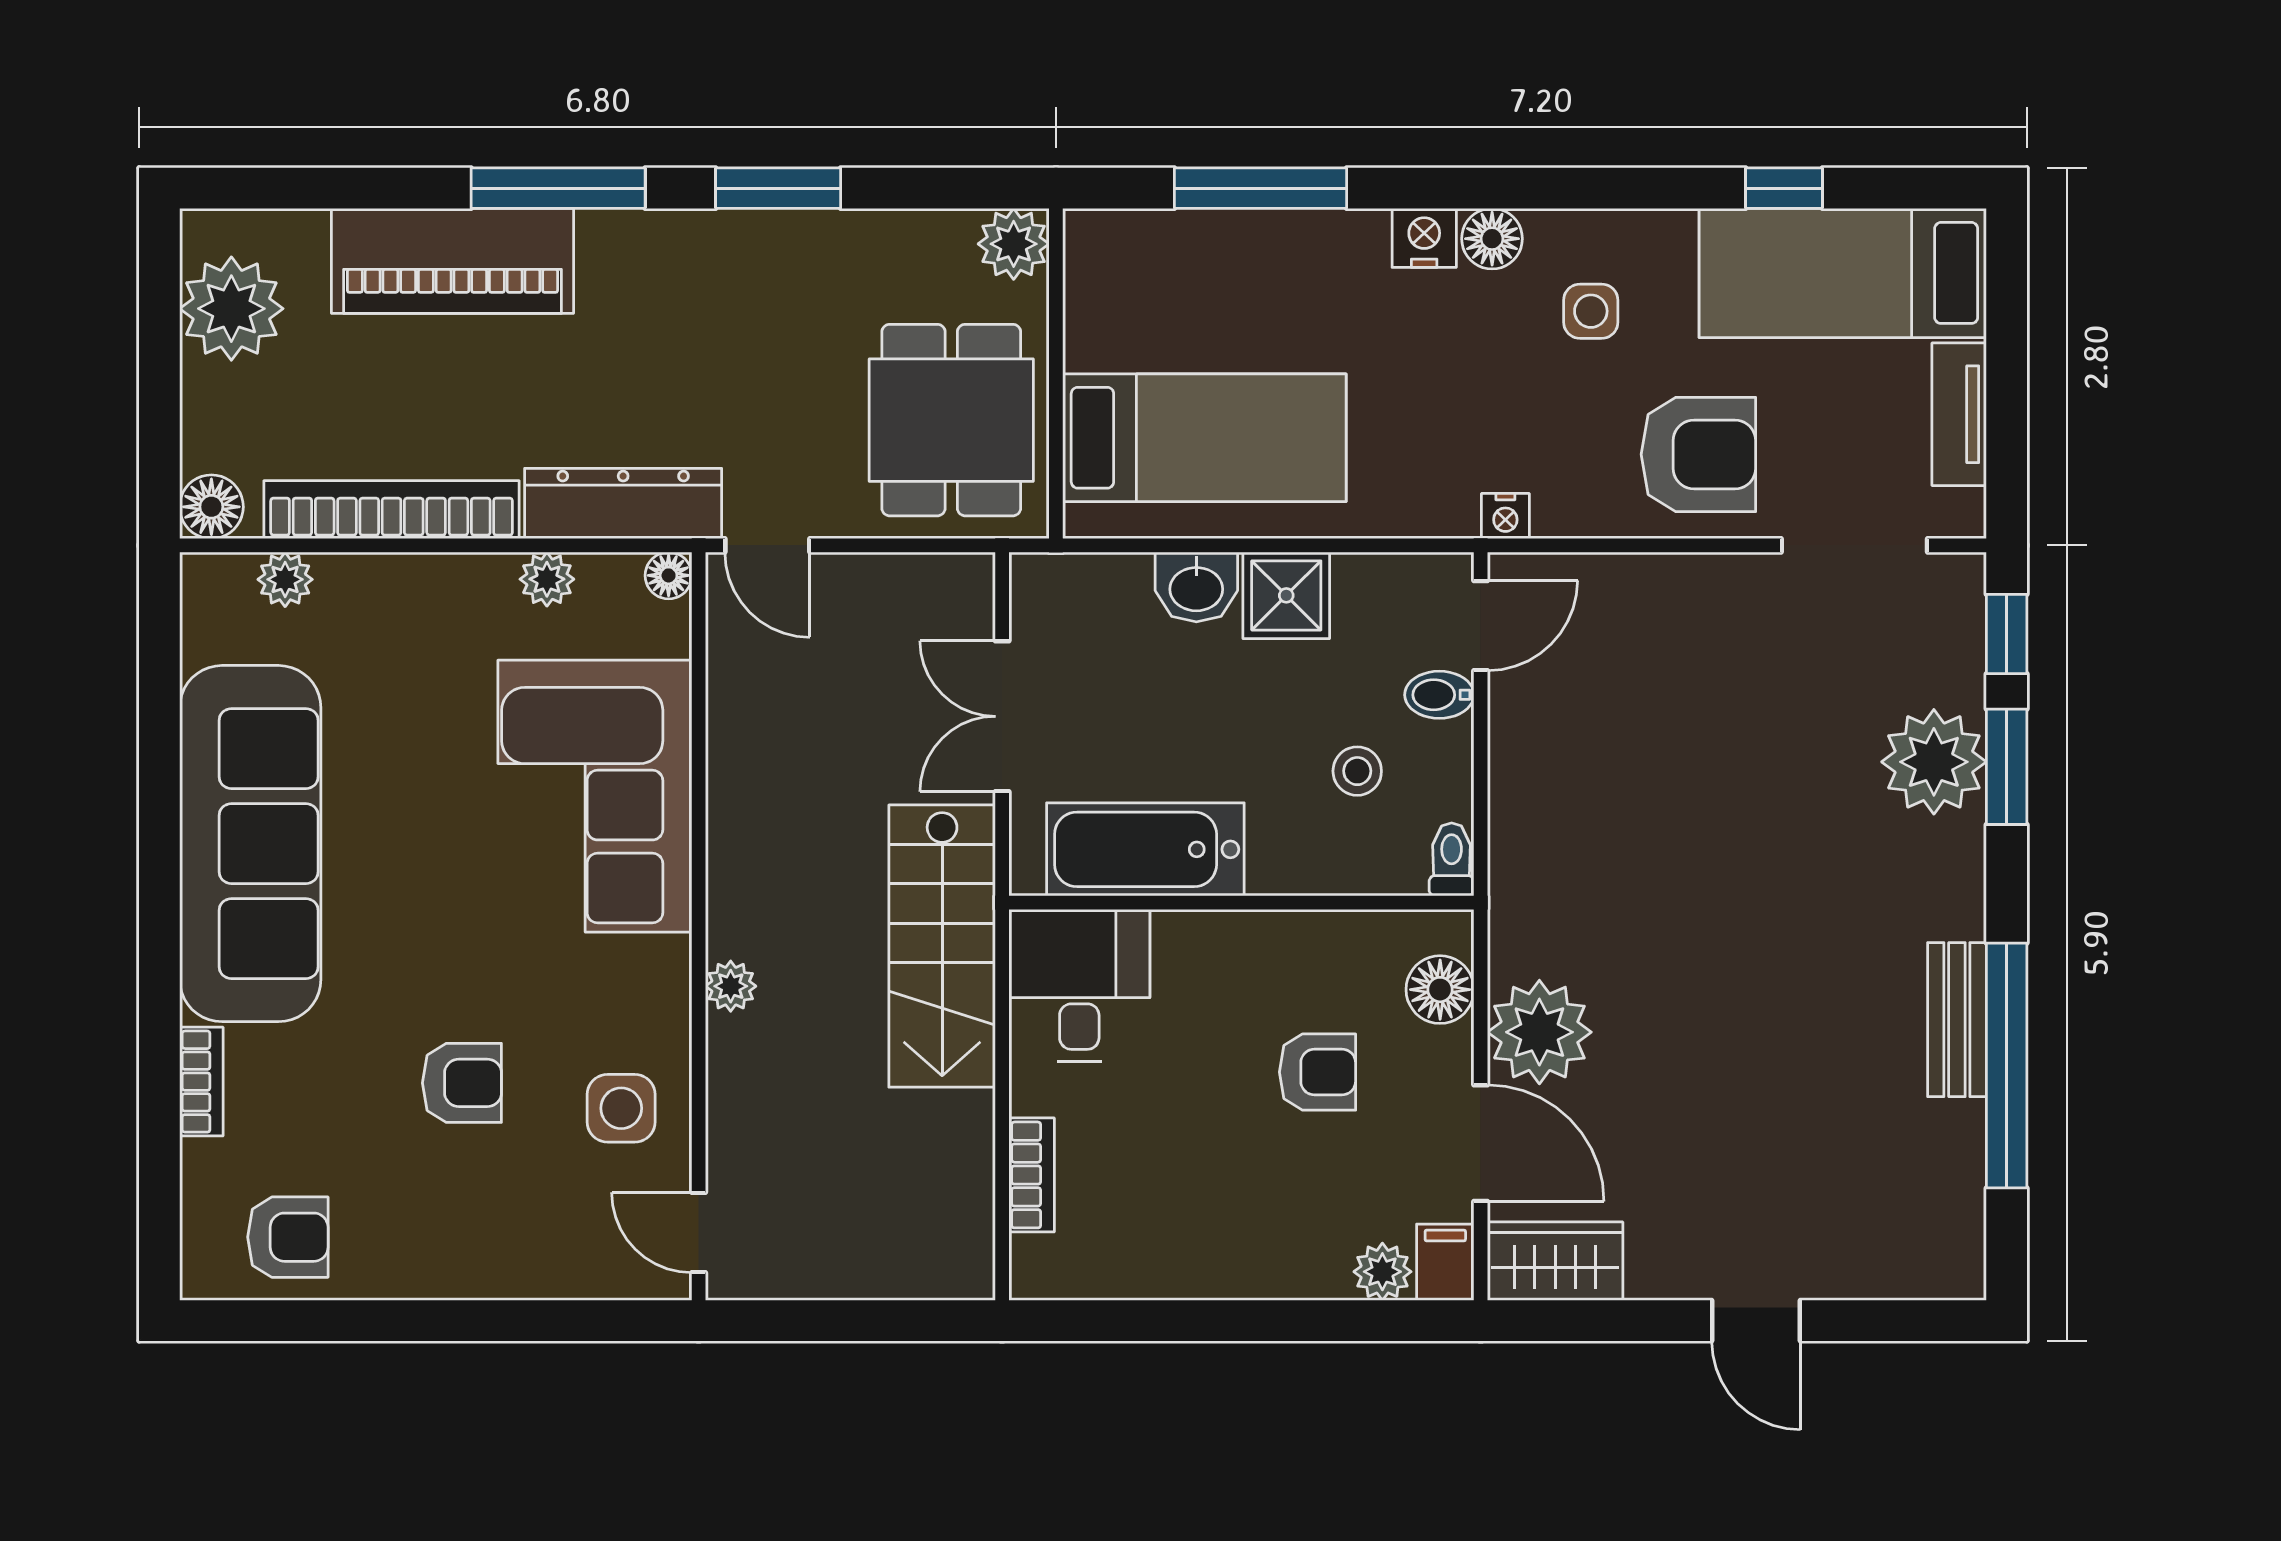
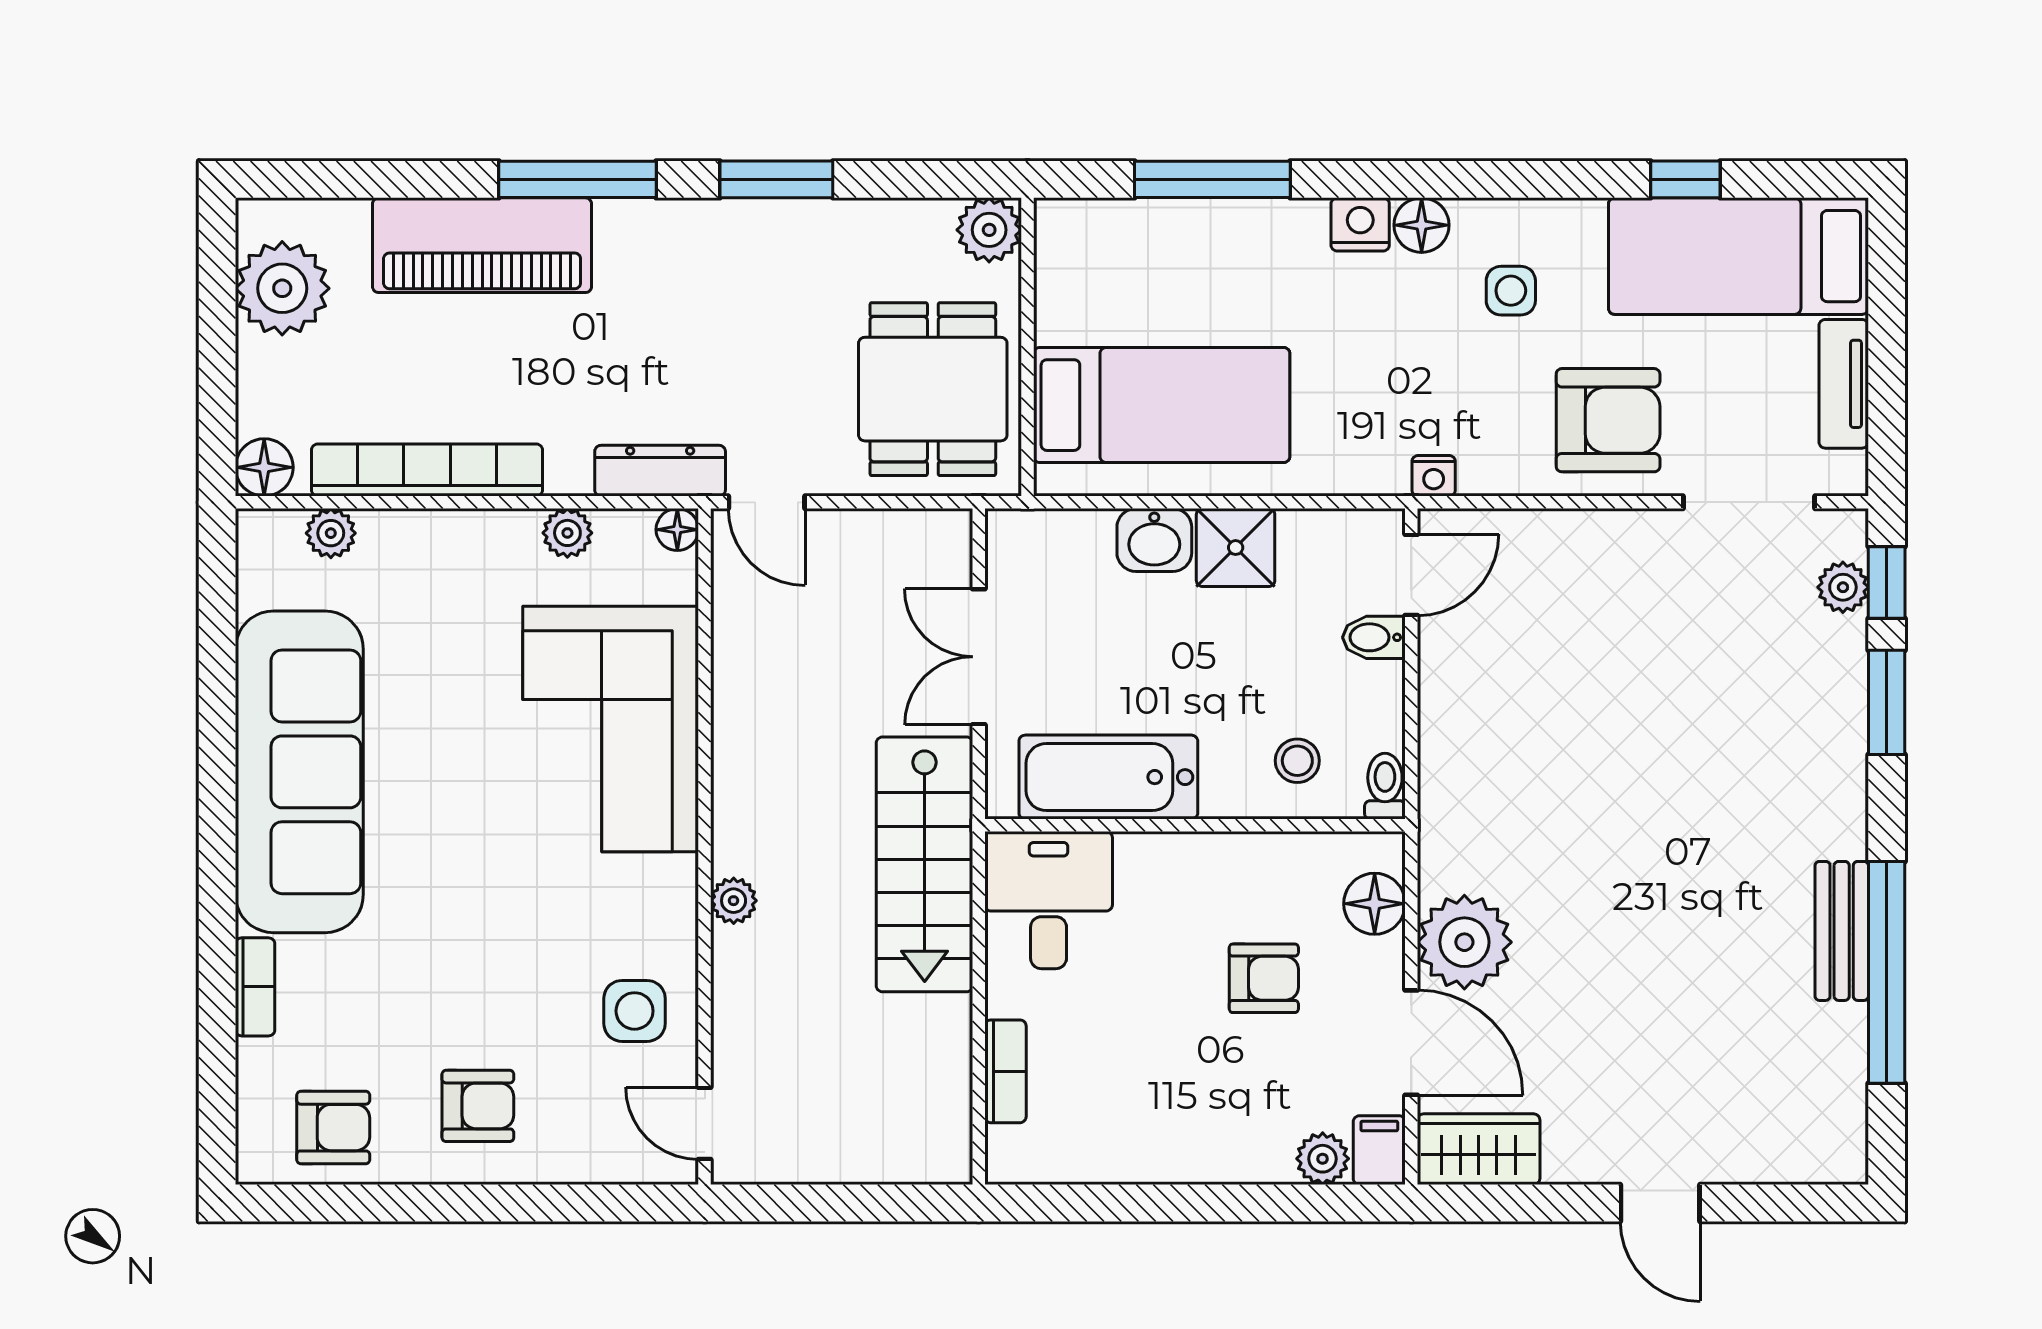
dresser: (623, 503) -> (660, 471), width x0.73, depth x0.80
plant: (1934, 762) -> (1843, 587), moved, width x0.53, depth x0.53
stool: (1357, 771) -> (1297, 761), moved
armchair: (462, 1083) -> (478, 1106), moved

